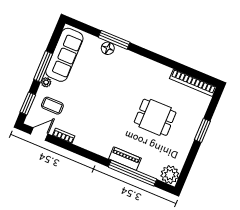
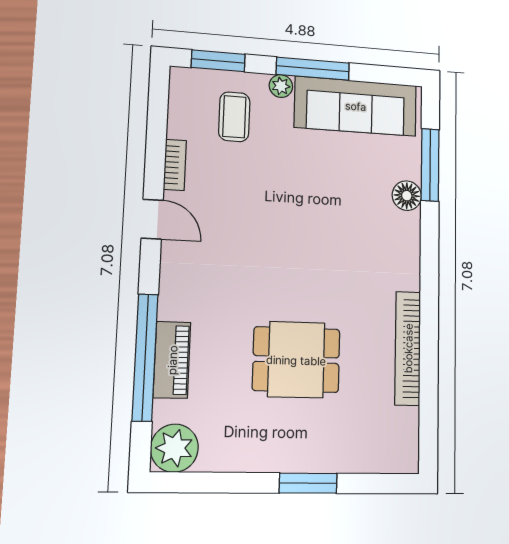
window: (114, 40) -> (430, 165), moved
bookcase: (193, 83) -> (408, 348), moved
dining table: (155, 117) -> (296, 360), turned 90
door: (39, 134) -> (152, 219), moved
piano: (125, 159) -> (172, 360), moved

